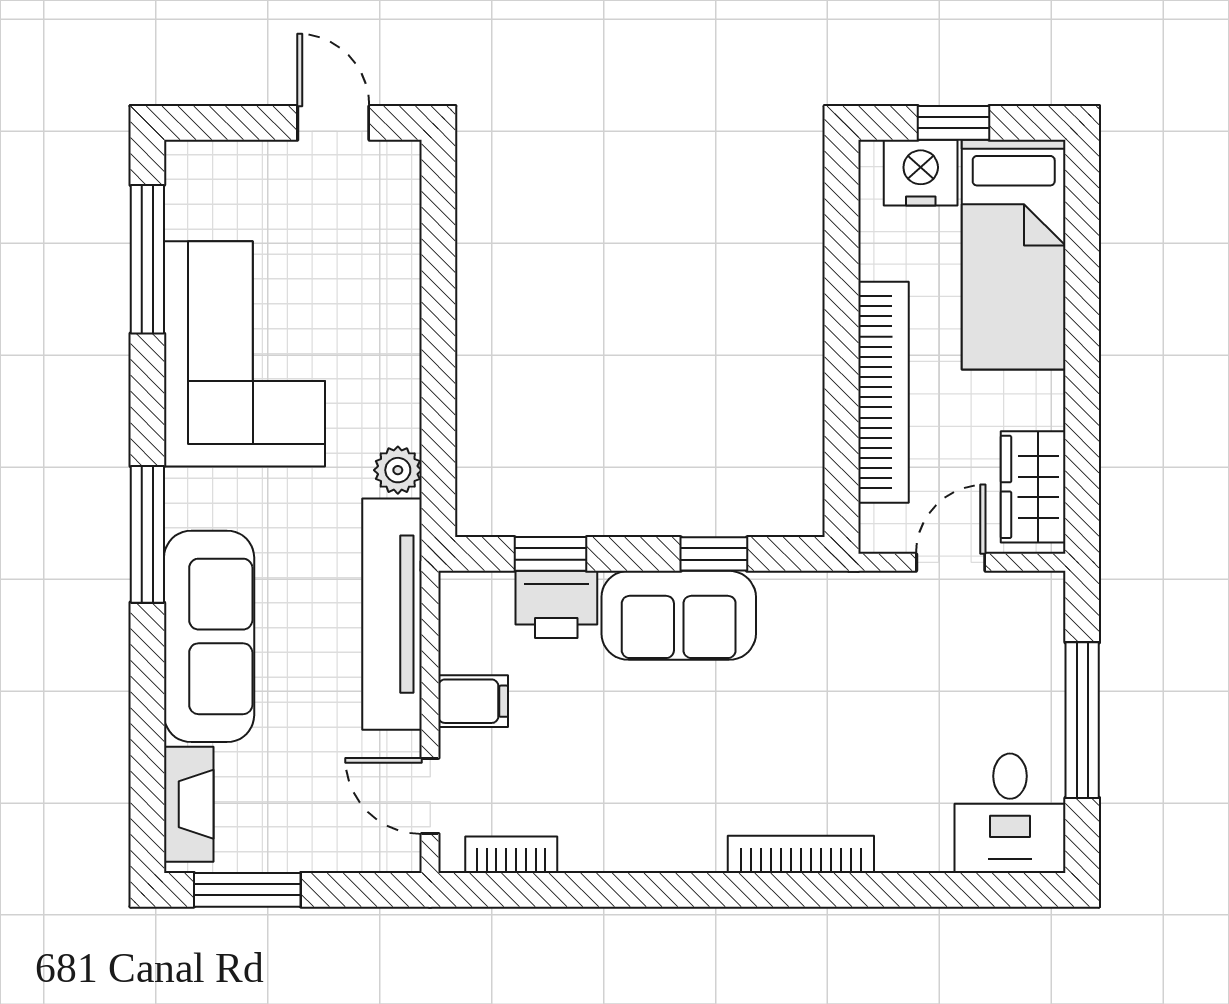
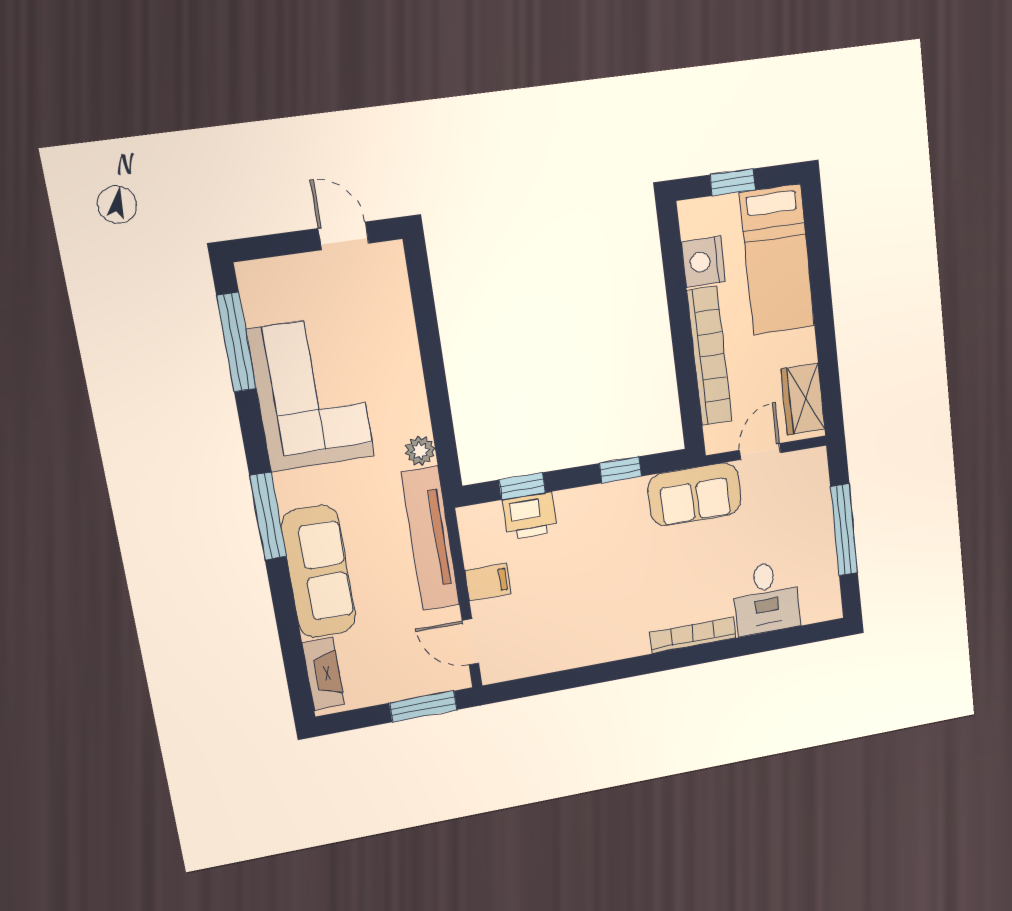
nightstand: (921, 173) -> (703, 262), moved, turned -90
sofa: (679, 615) -> (695, 494), moved
desk: (1010, 813) -> (766, 598), moved
bookcase: (511, 855) -> (524, 667), removed
window: (247, 890) -> (423, 706), moved

